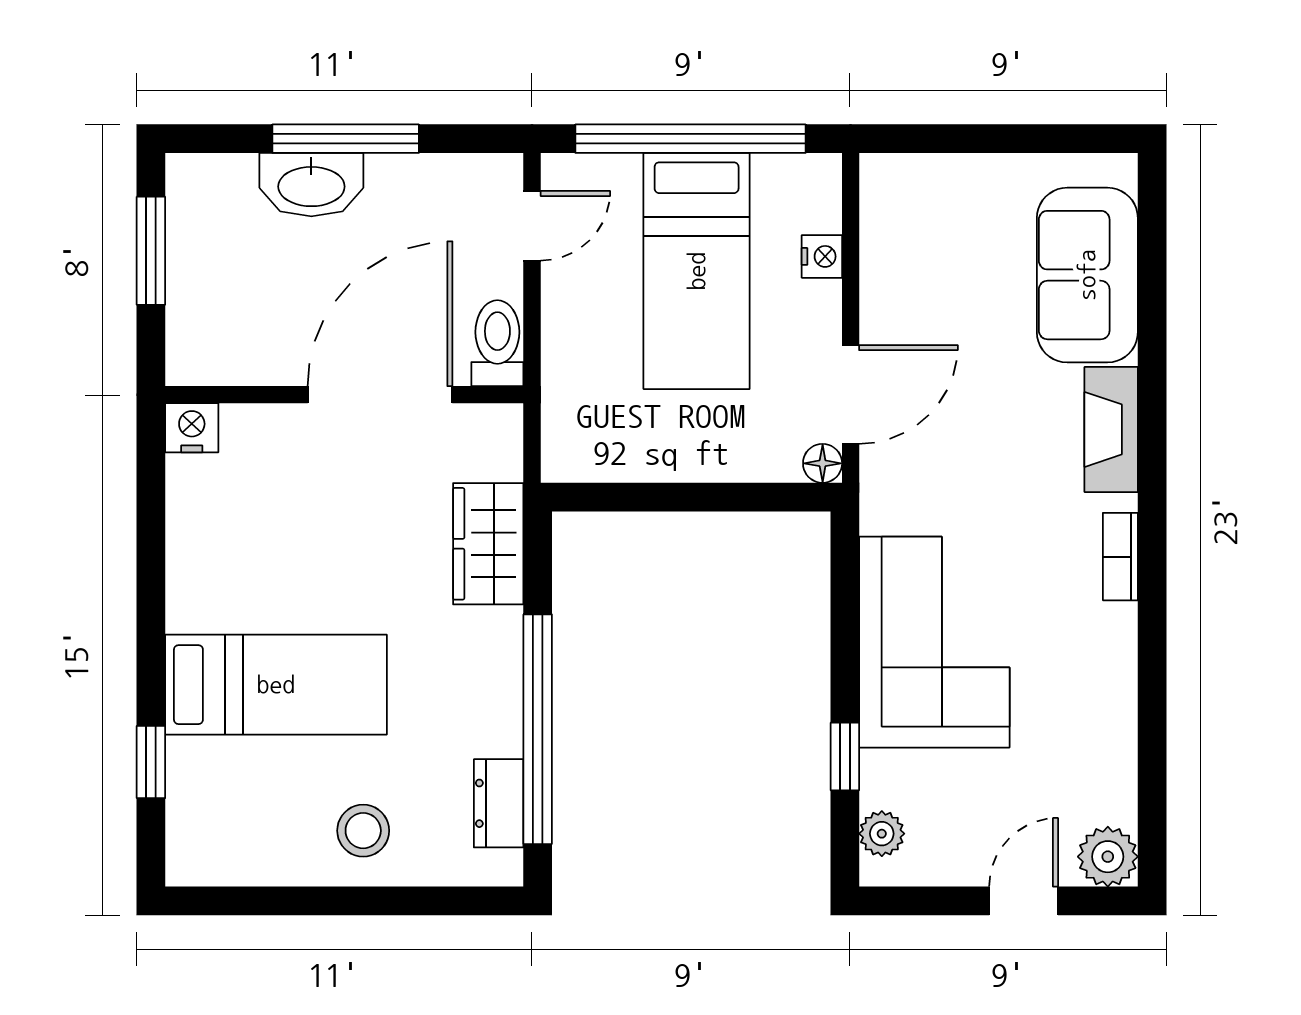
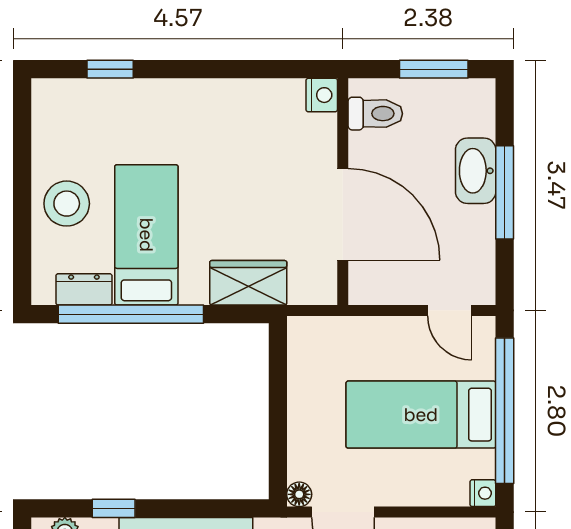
nightstand: (822, 256) -> (483, 493), moved, turned -90
toilet: (497, 343) -> (375, 114), moved
bed: (276, 685) -> (146, 235), moved, turned 180
stool: (363, 831) -> (67, 204), width x1.38, depth x1.38

